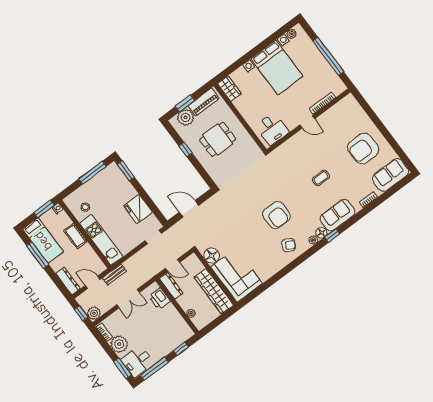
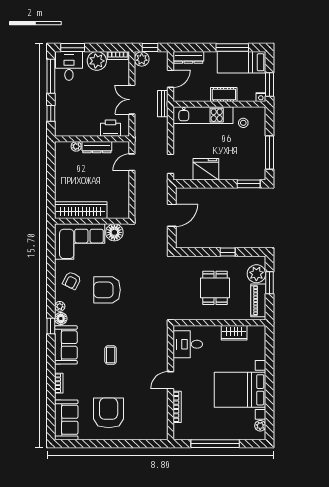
wardrobe: (229, 89) -> (234, 333), moved
floor lamp: (212, 256) -> (114, 232), moved
corner sofa: (237, 275) -> (80, 242), moved
wall: (216, 277) -> (92, 221), moved
dresser: (171, 286) -> (97, 147), moved
wardrobe: (214, 291) -> (81, 210), moved

